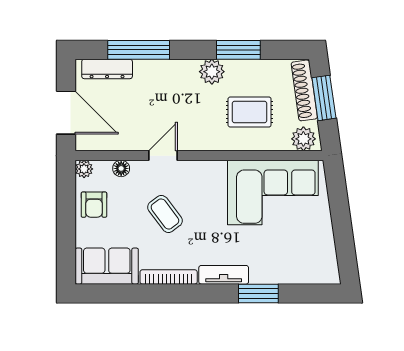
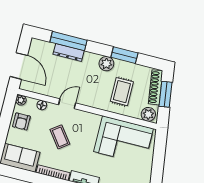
dresser: (107, 69) -> (69, 52), moved
rug: (250, 112) -> (122, 92), turned 90

